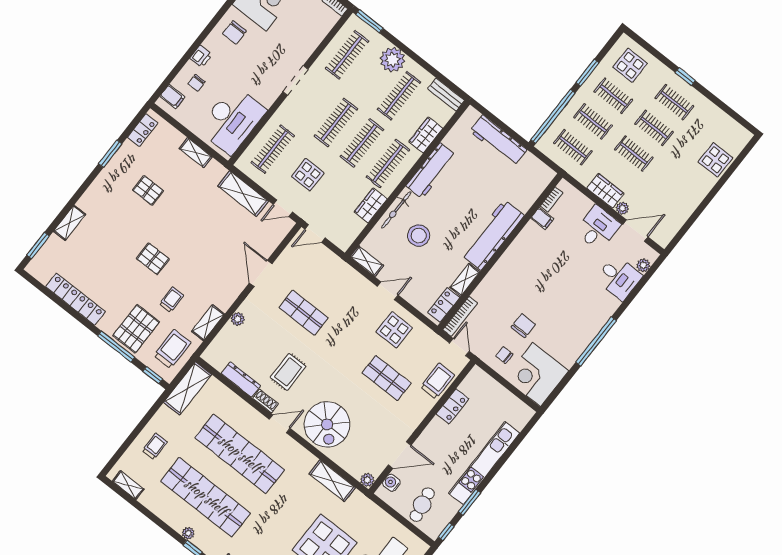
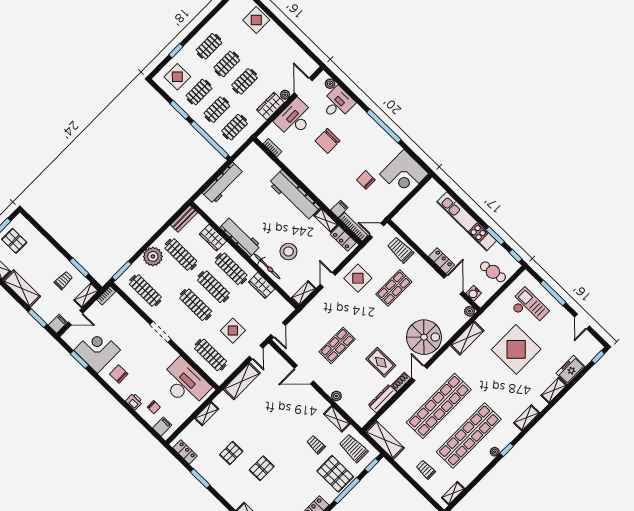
chair: (234, 32) -> (119, 374), turned 180
window: (685, 77) -> (176, 51), moved
filing cabinet: (542, 218) -> (339, 209), moved
desk: (598, 228) -> (295, 118), width x1.37
pallet: (153, 259) -> (262, 468), moved
chair: (504, 355) -> (327, 141), moved, width x1.87, depth x1.87
locker: (453, 406) -> (441, 261), moved

